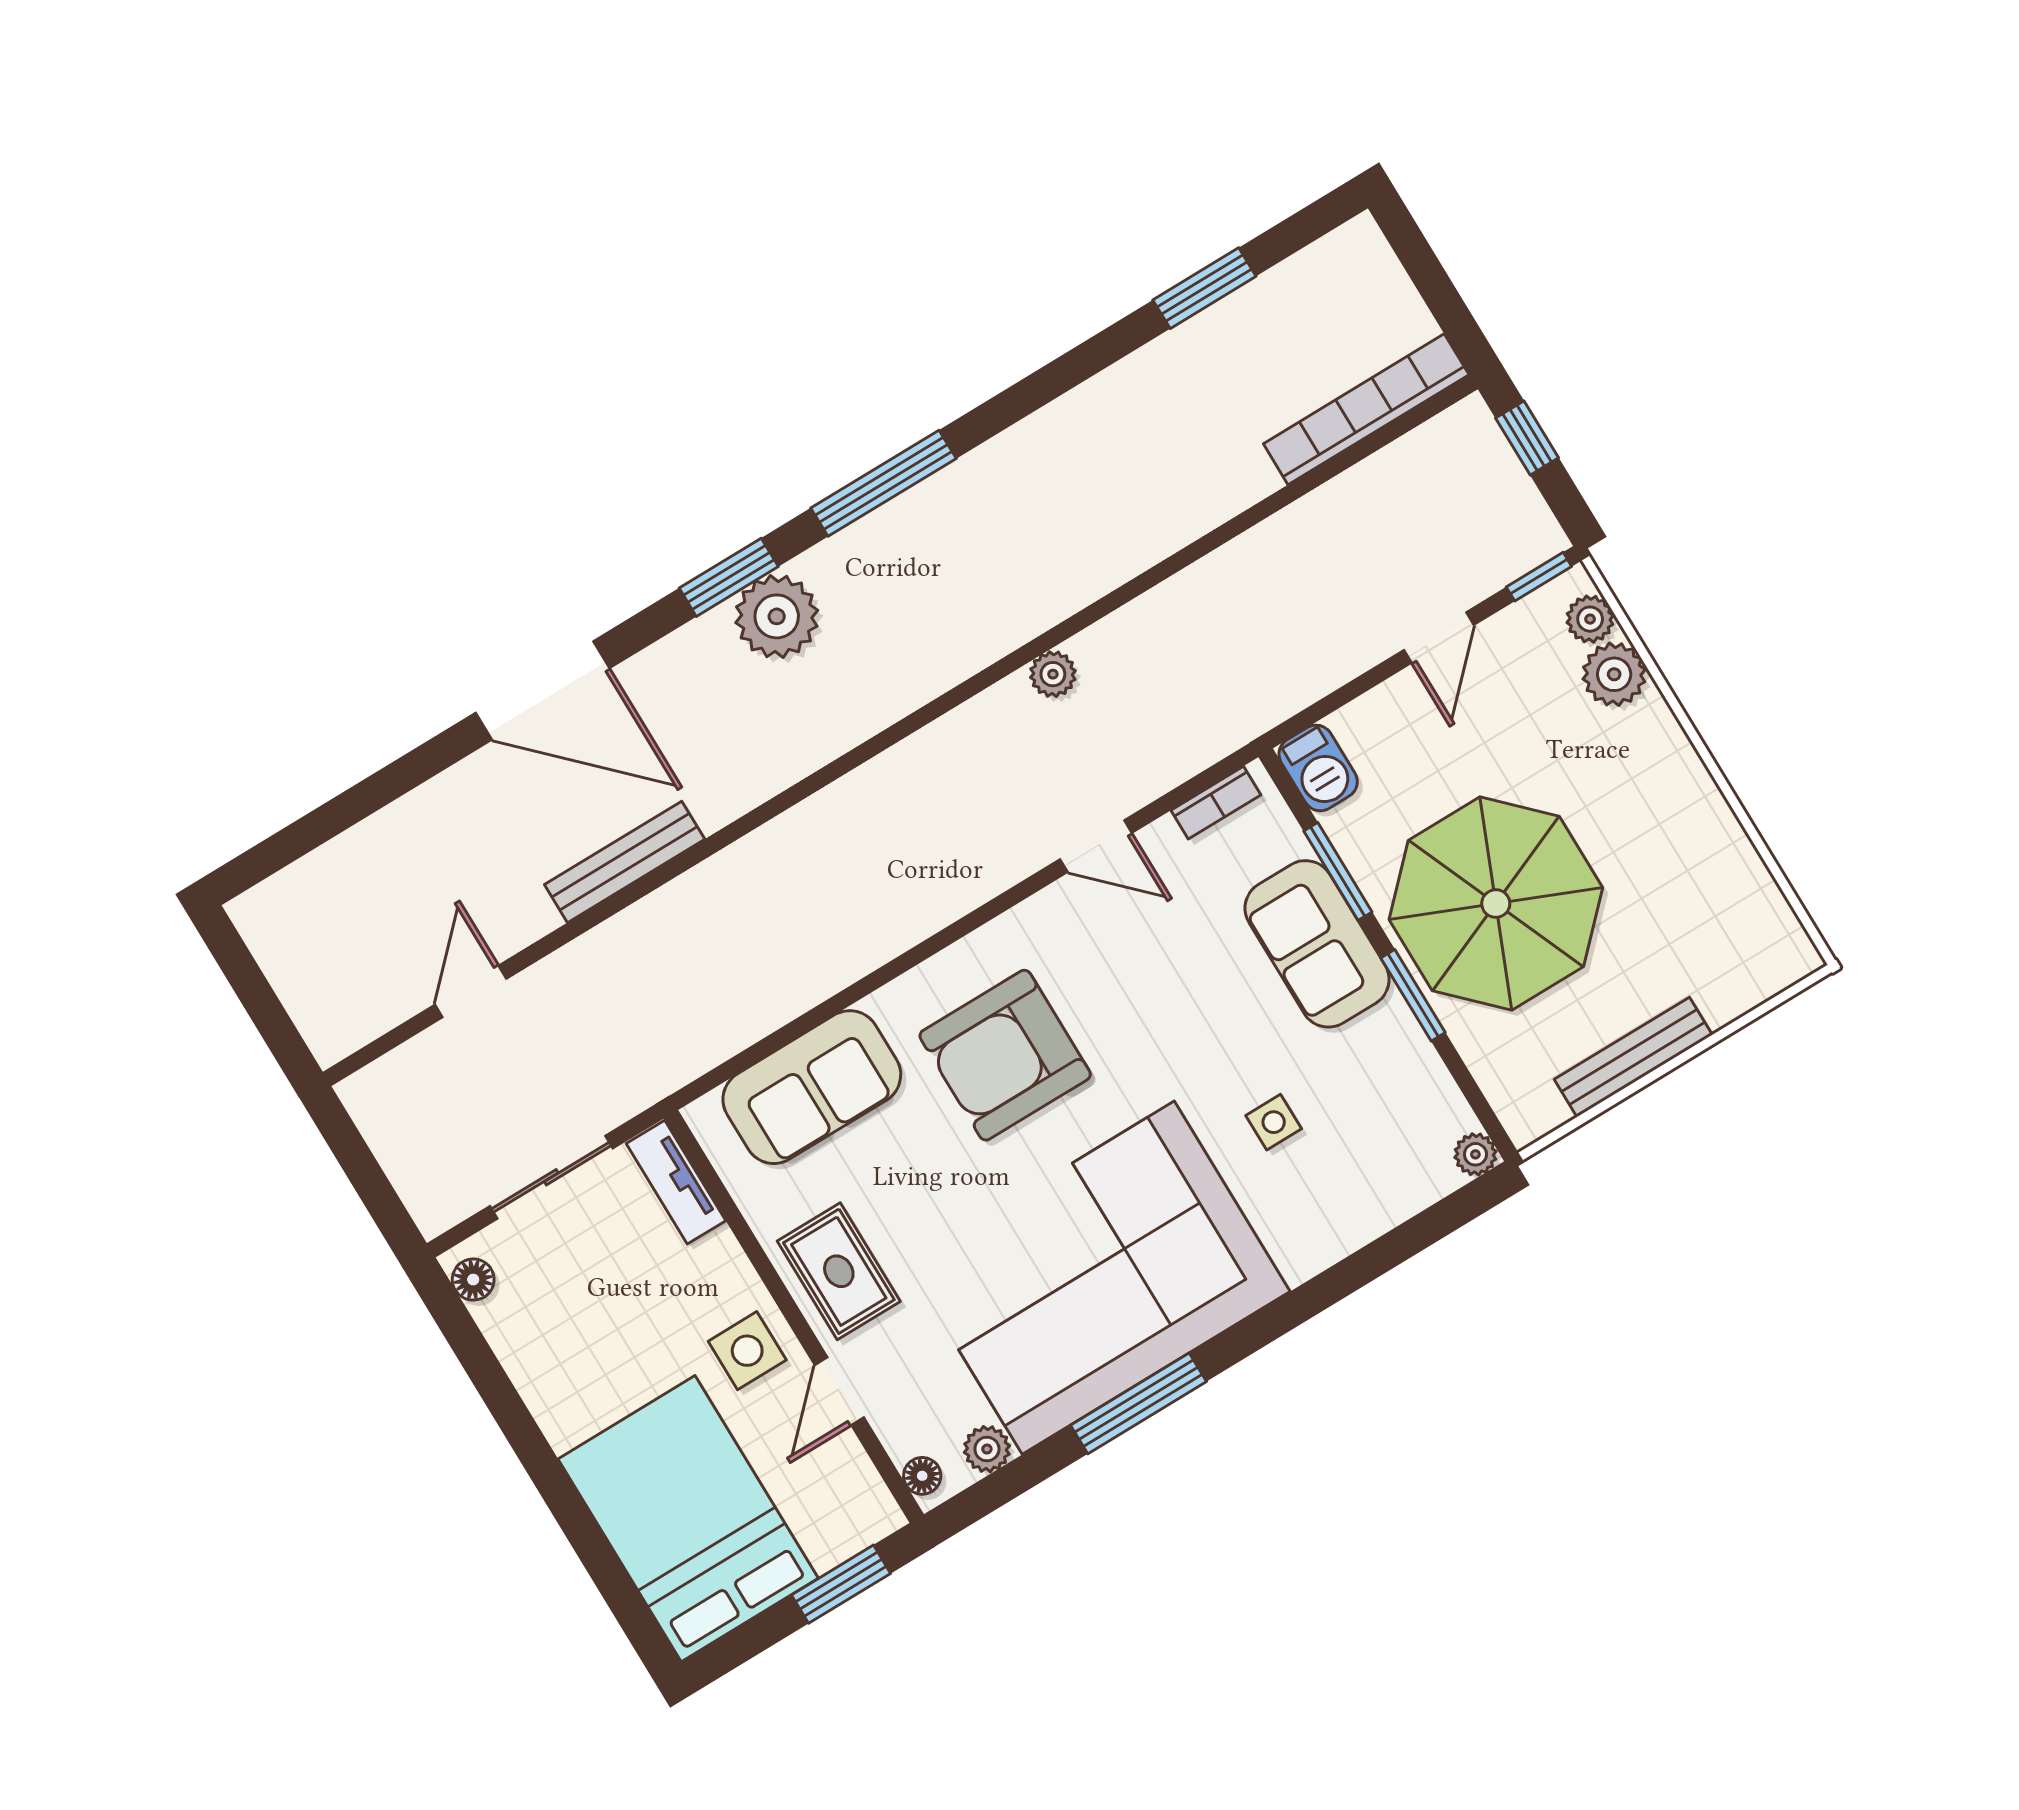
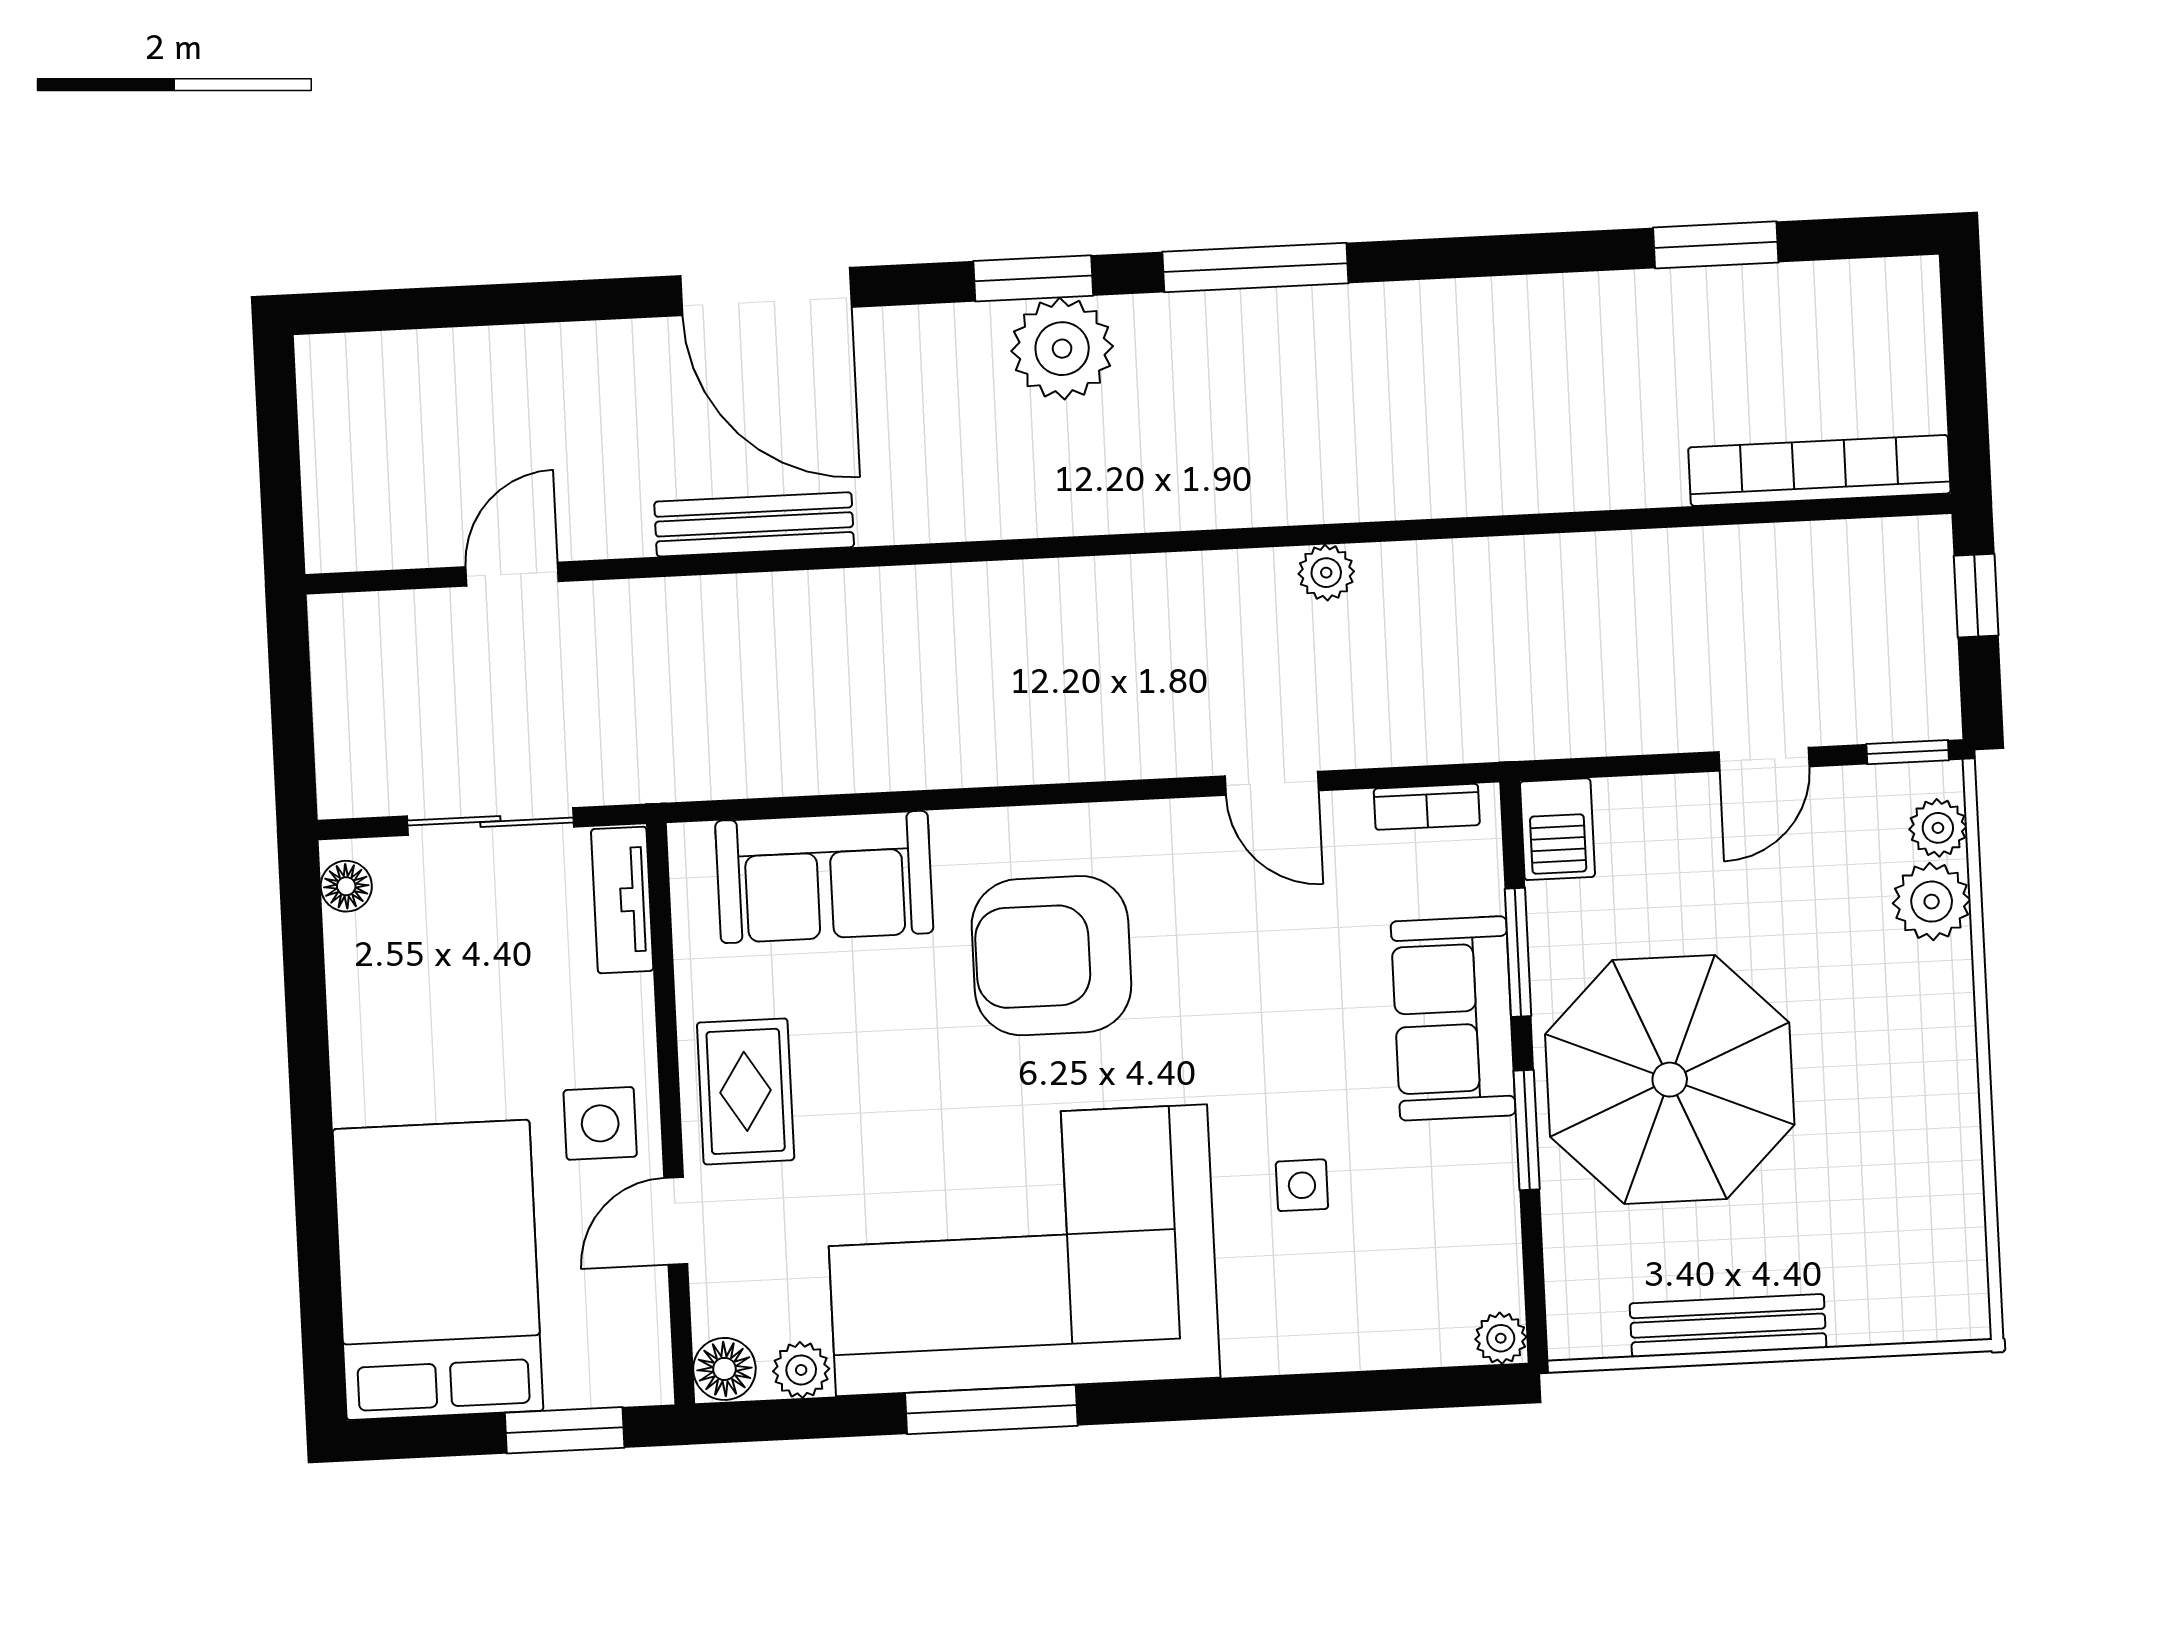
floor lamp: (922, 1476) -> (724, 1369), width x1.37, depth x1.37

